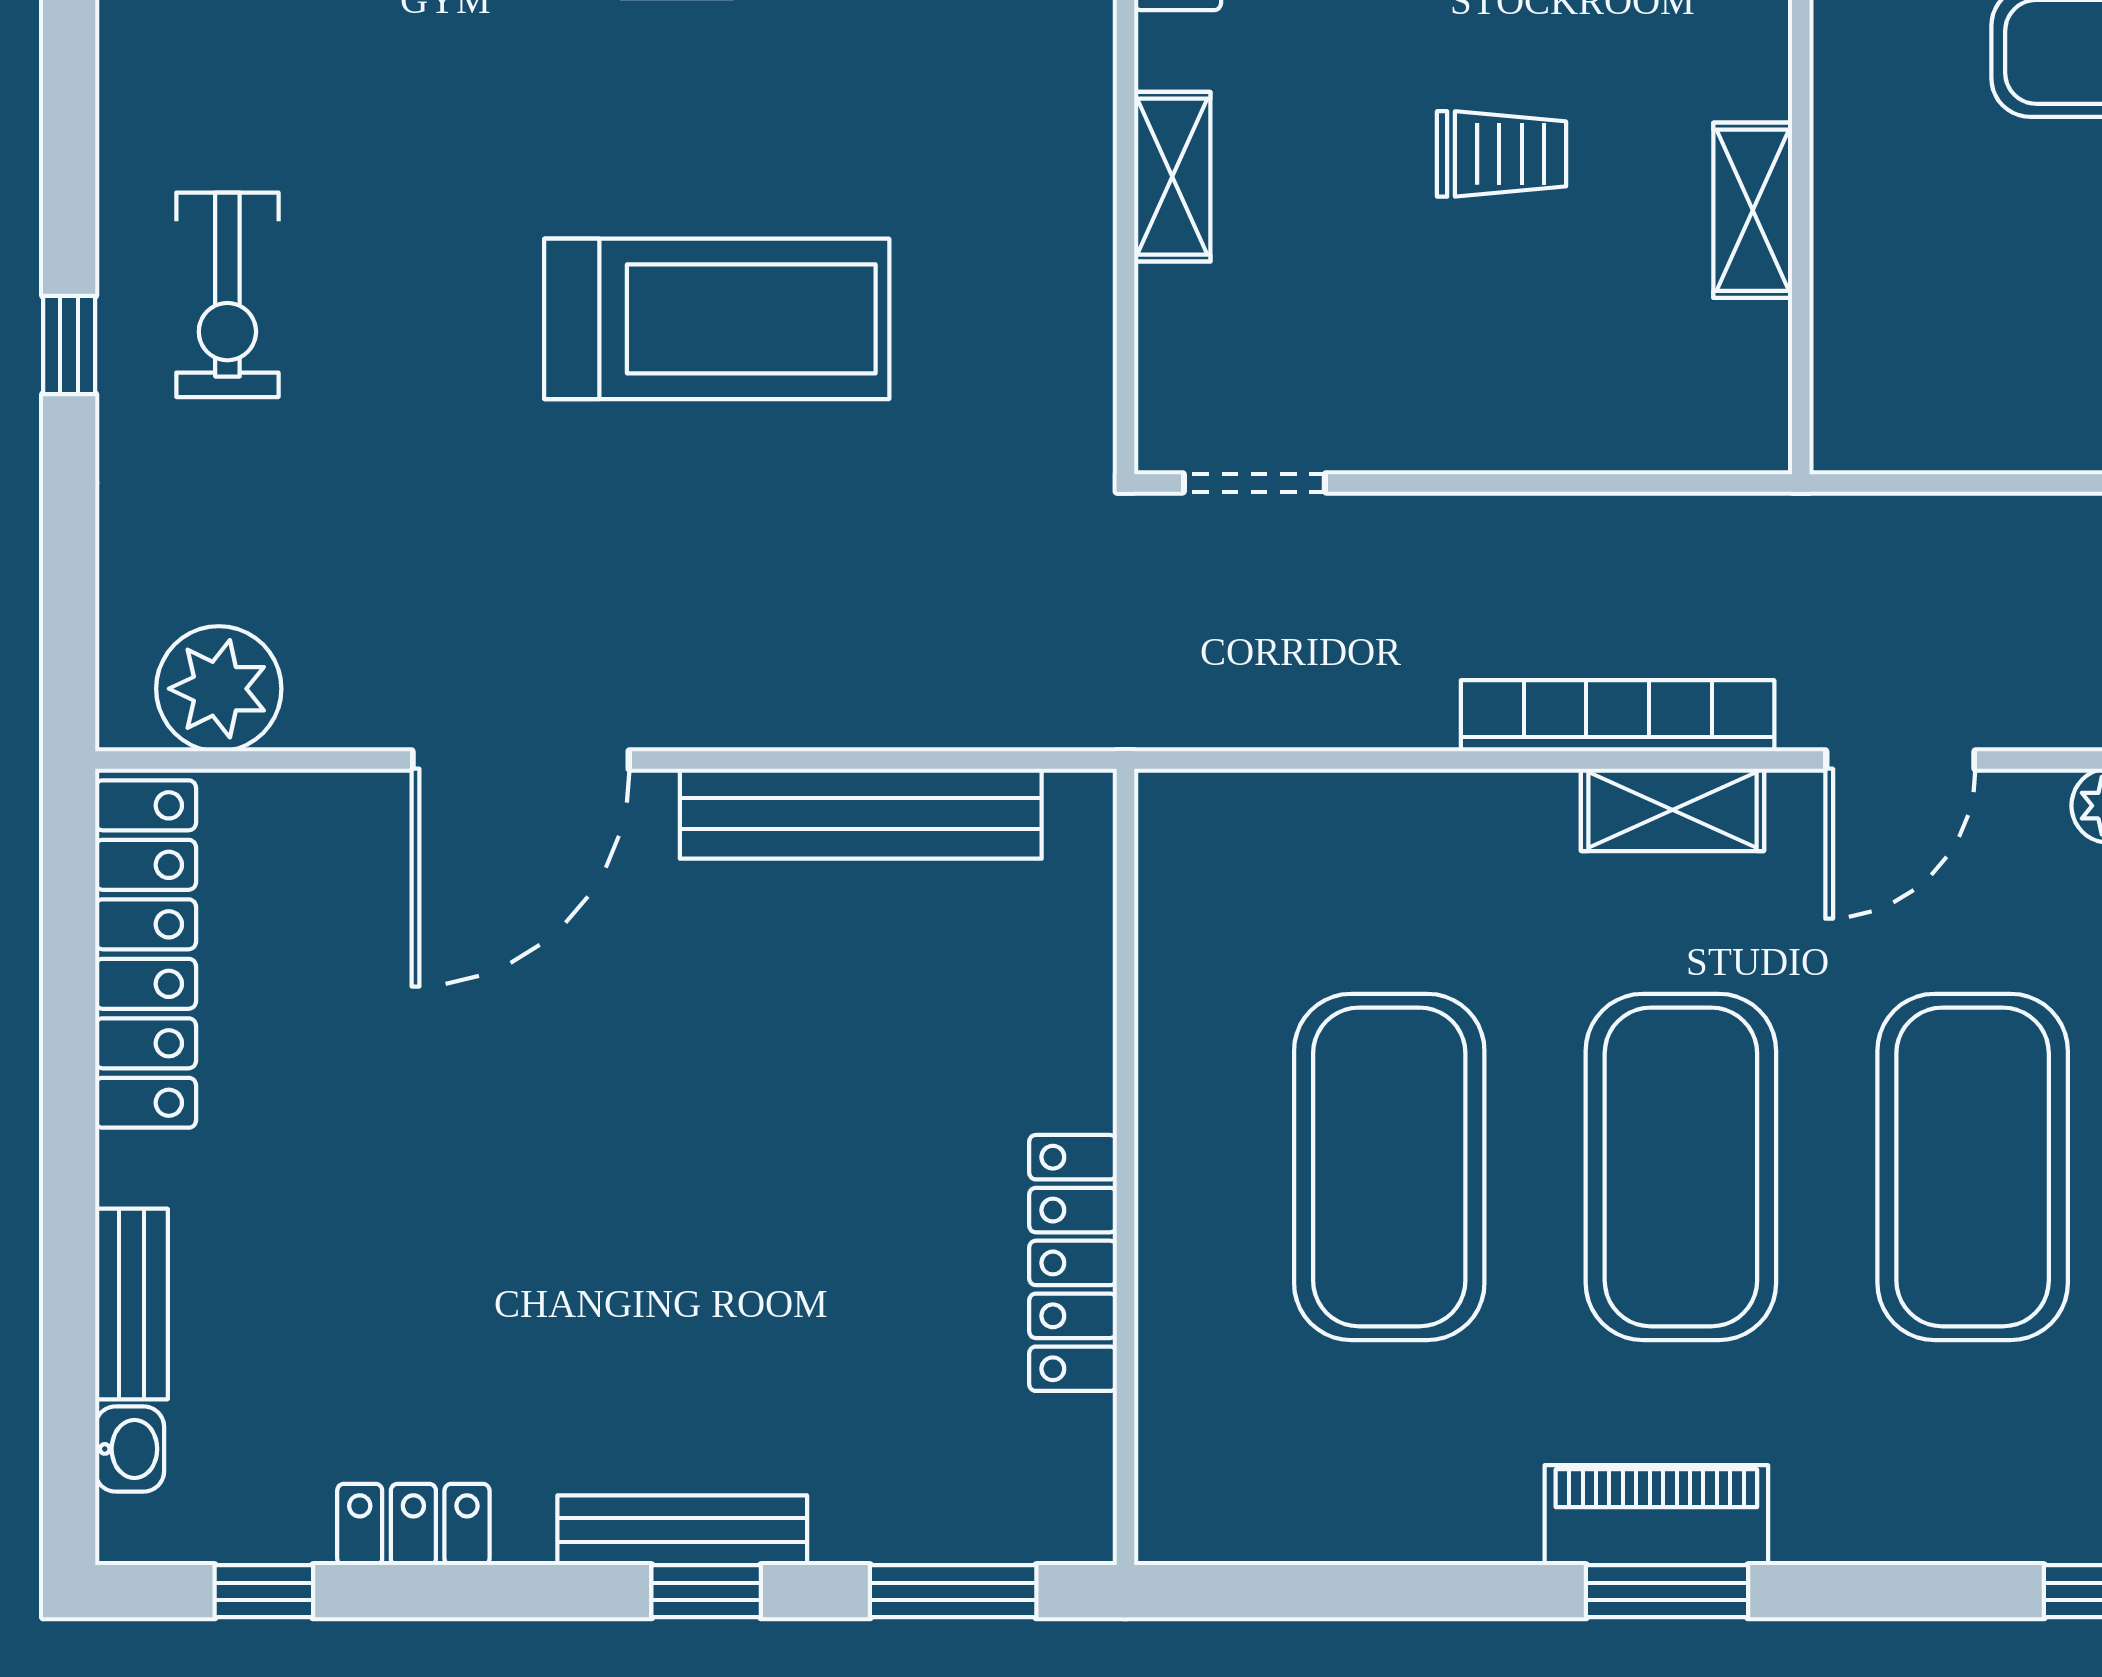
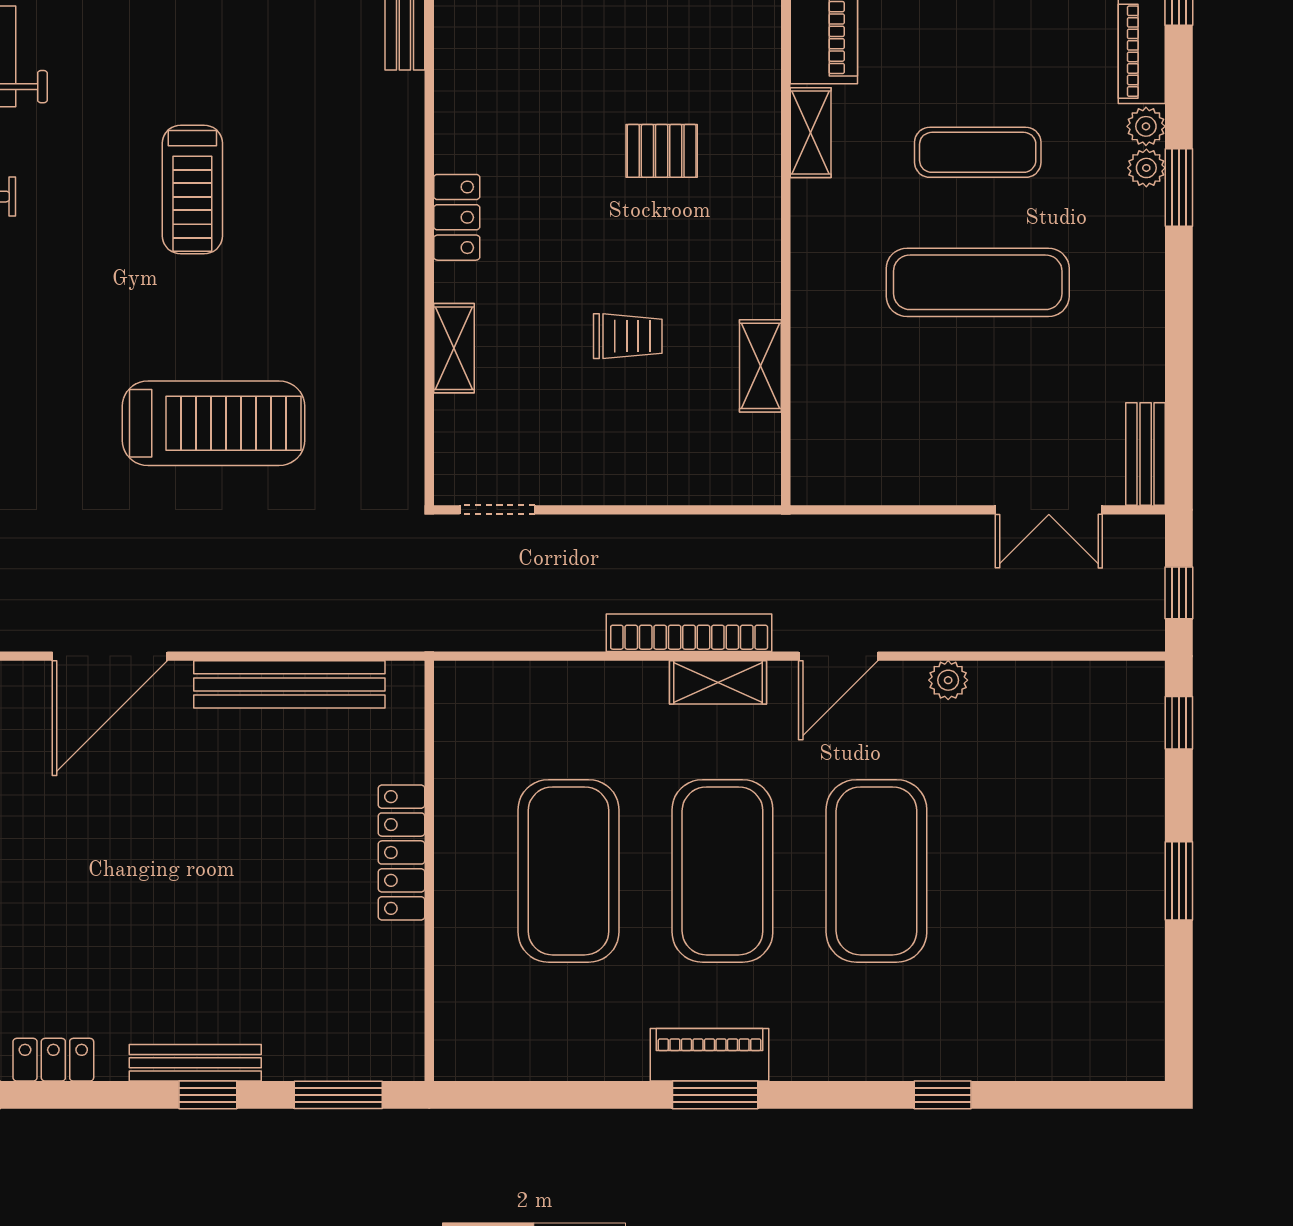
locker: (1073, 1263) -> (402, 852), moved

